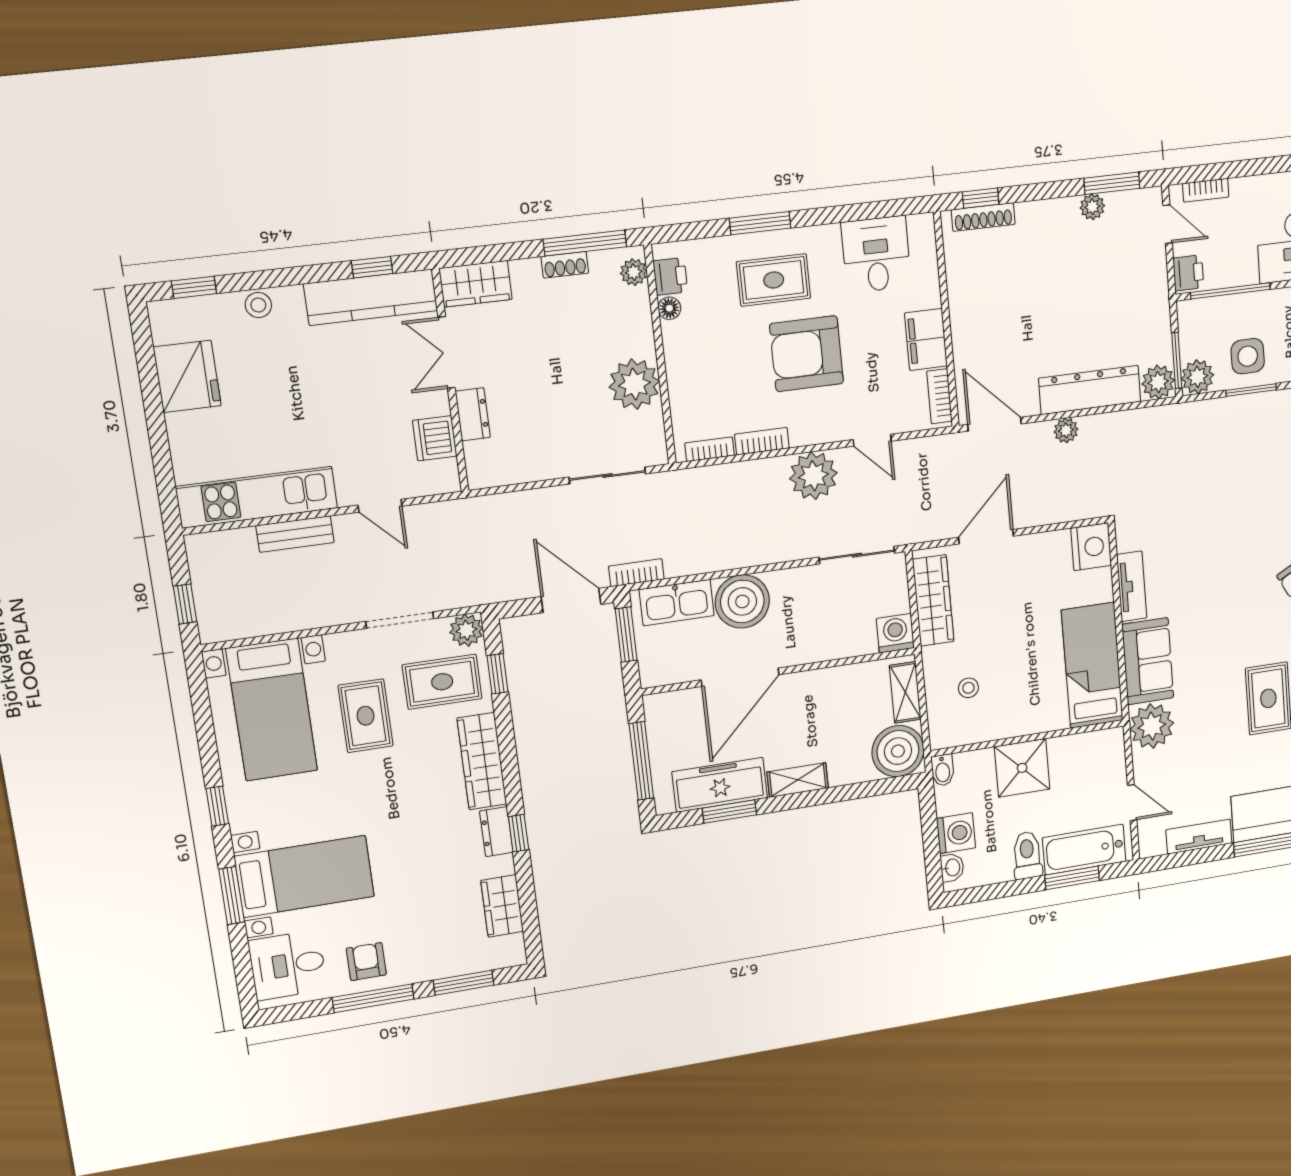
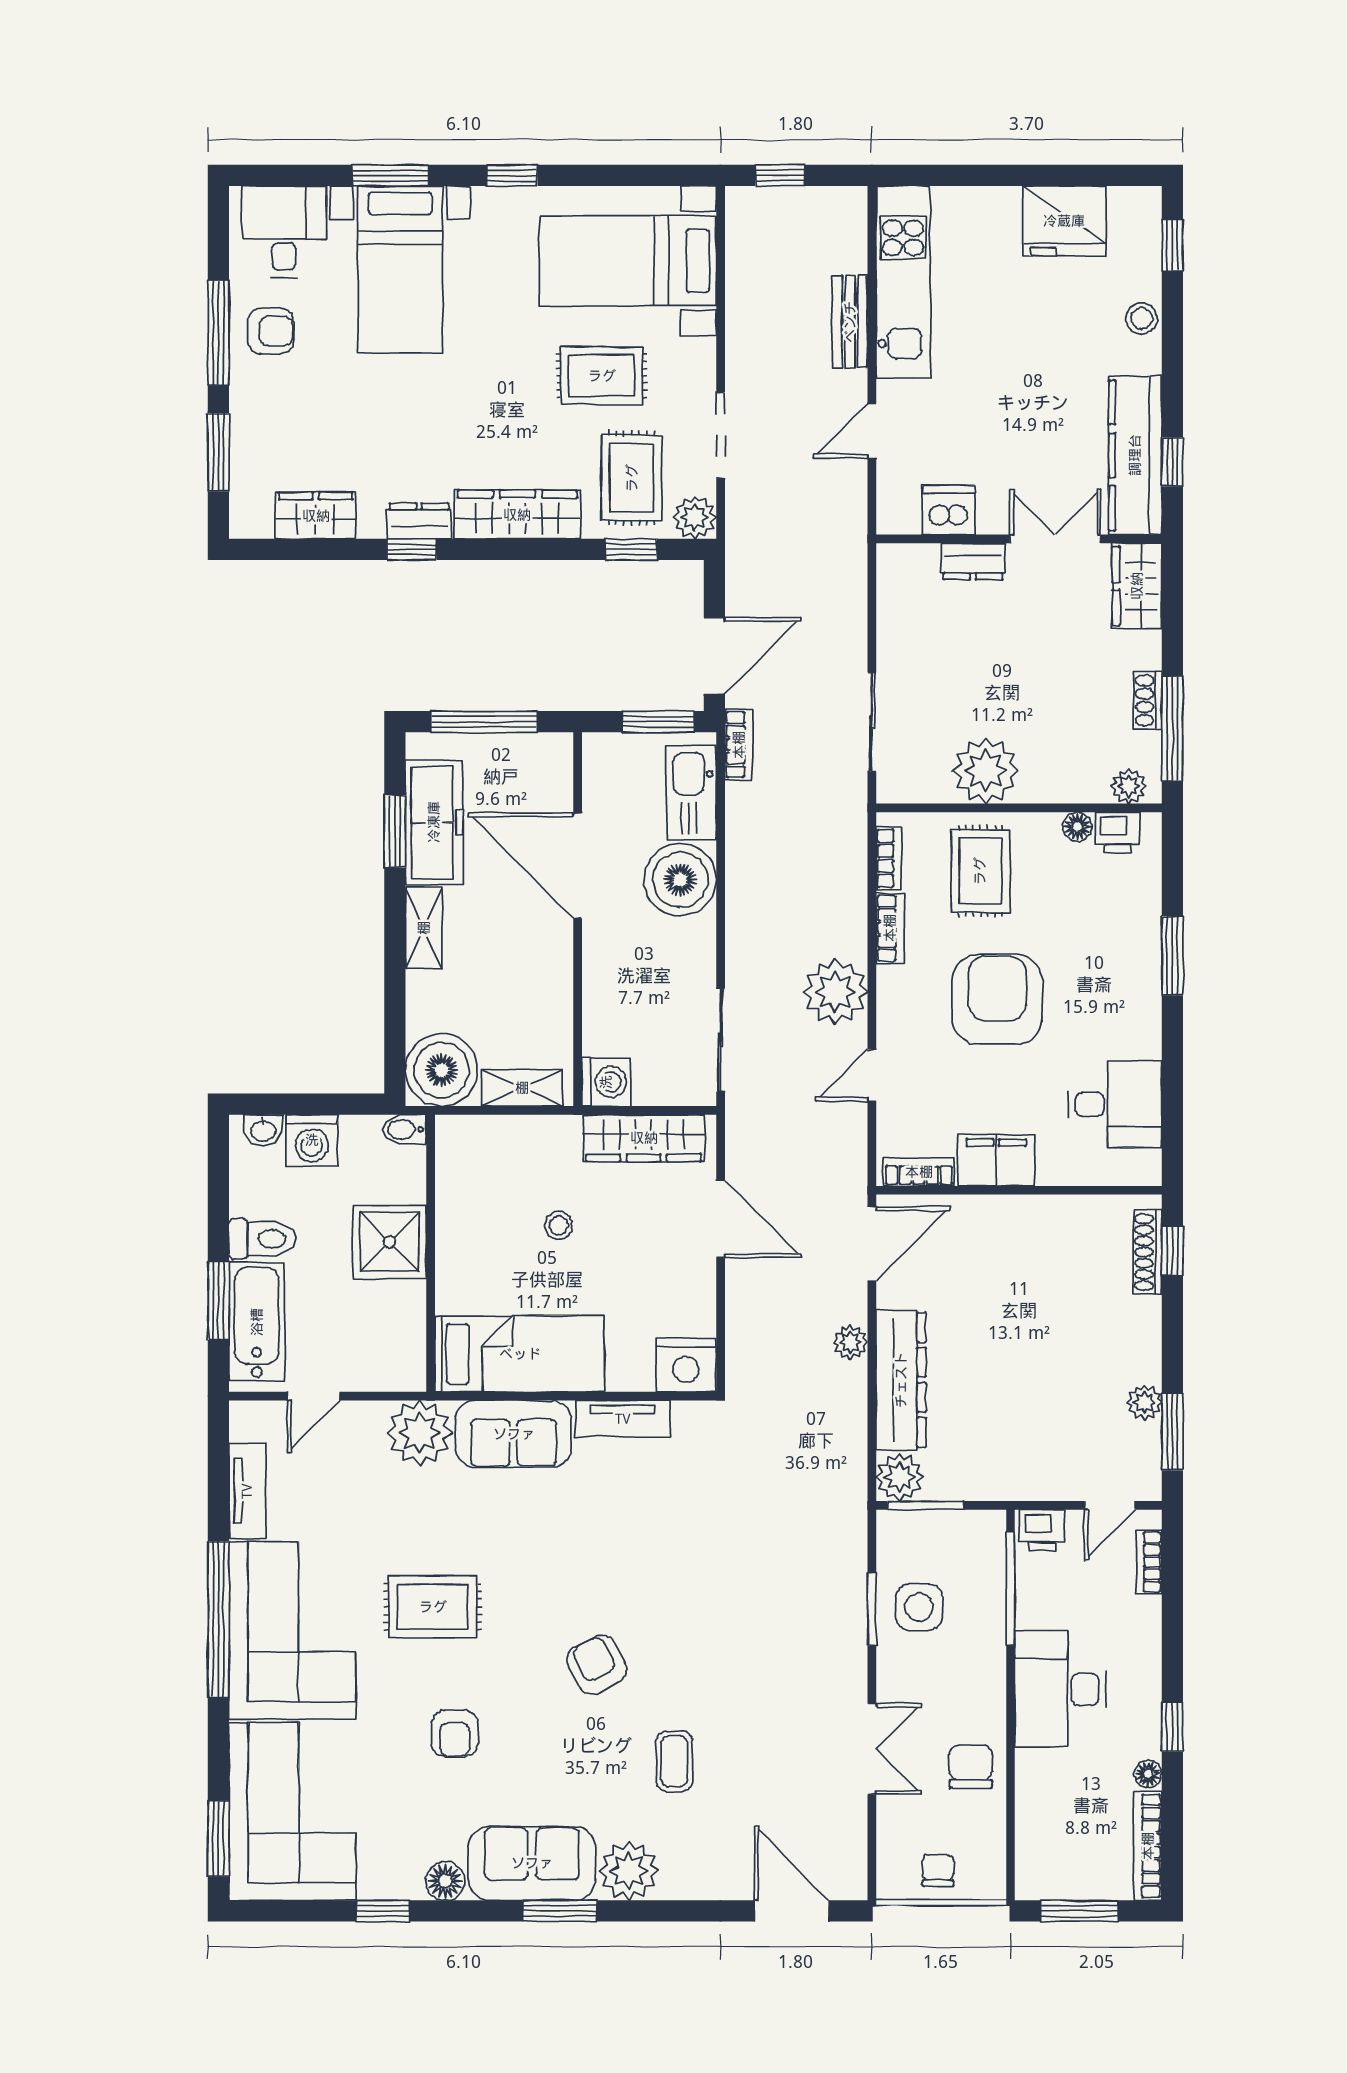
rug: (774, 280) -> (980, 871), moved
plant: (1197, 377) -> (900, 1533), removed
stool: (968, 688) -> (559, 1225), moved

